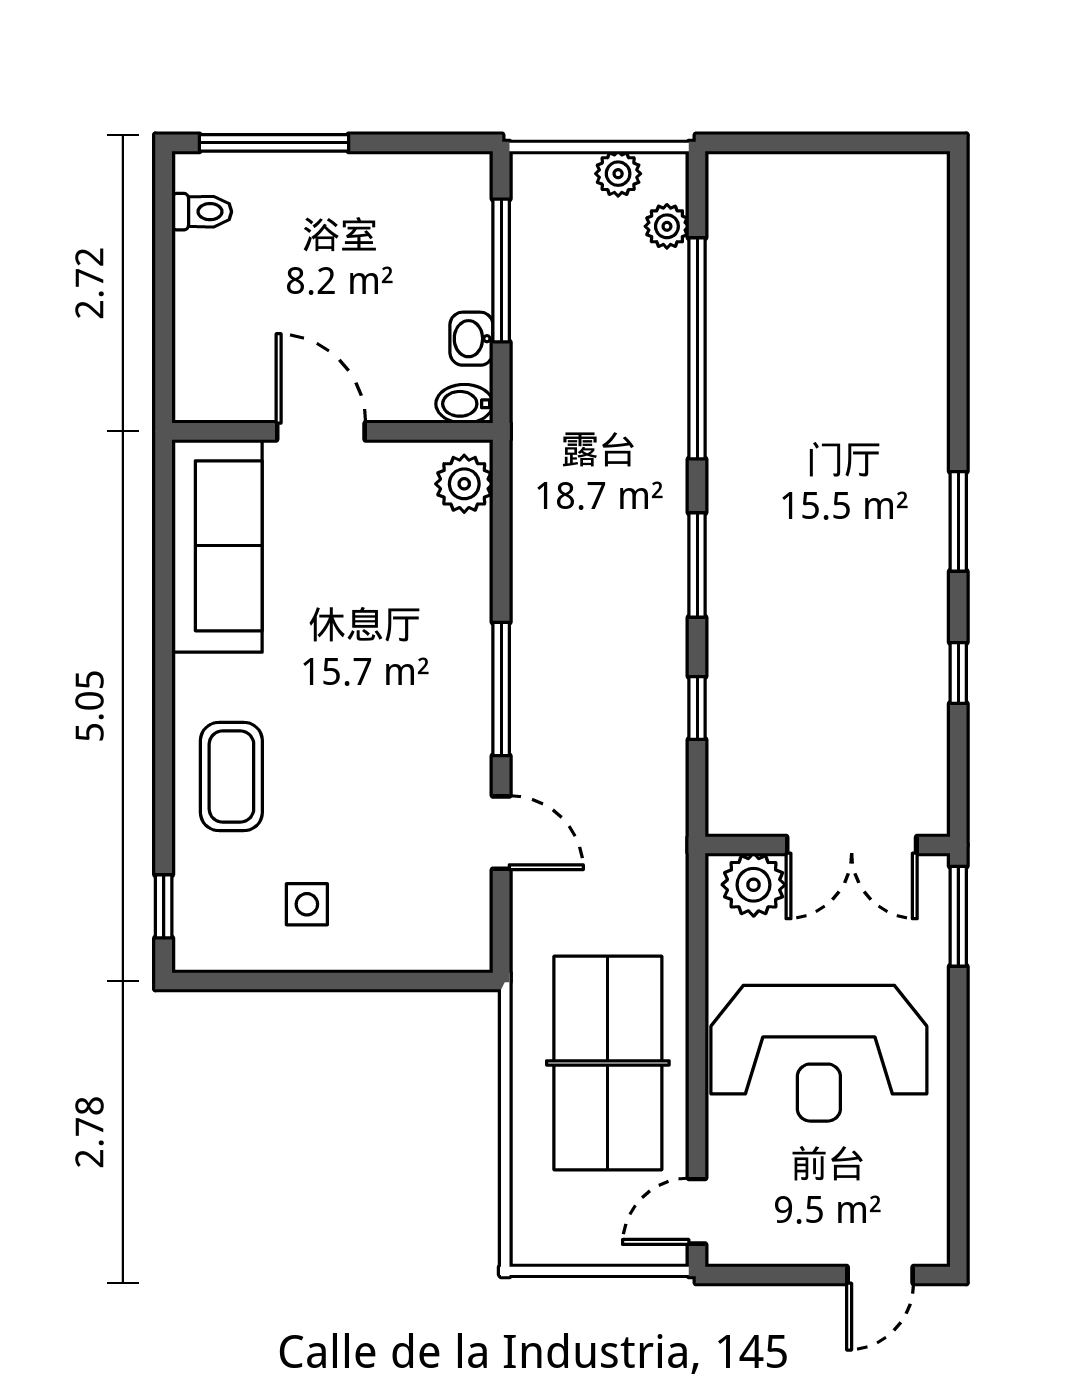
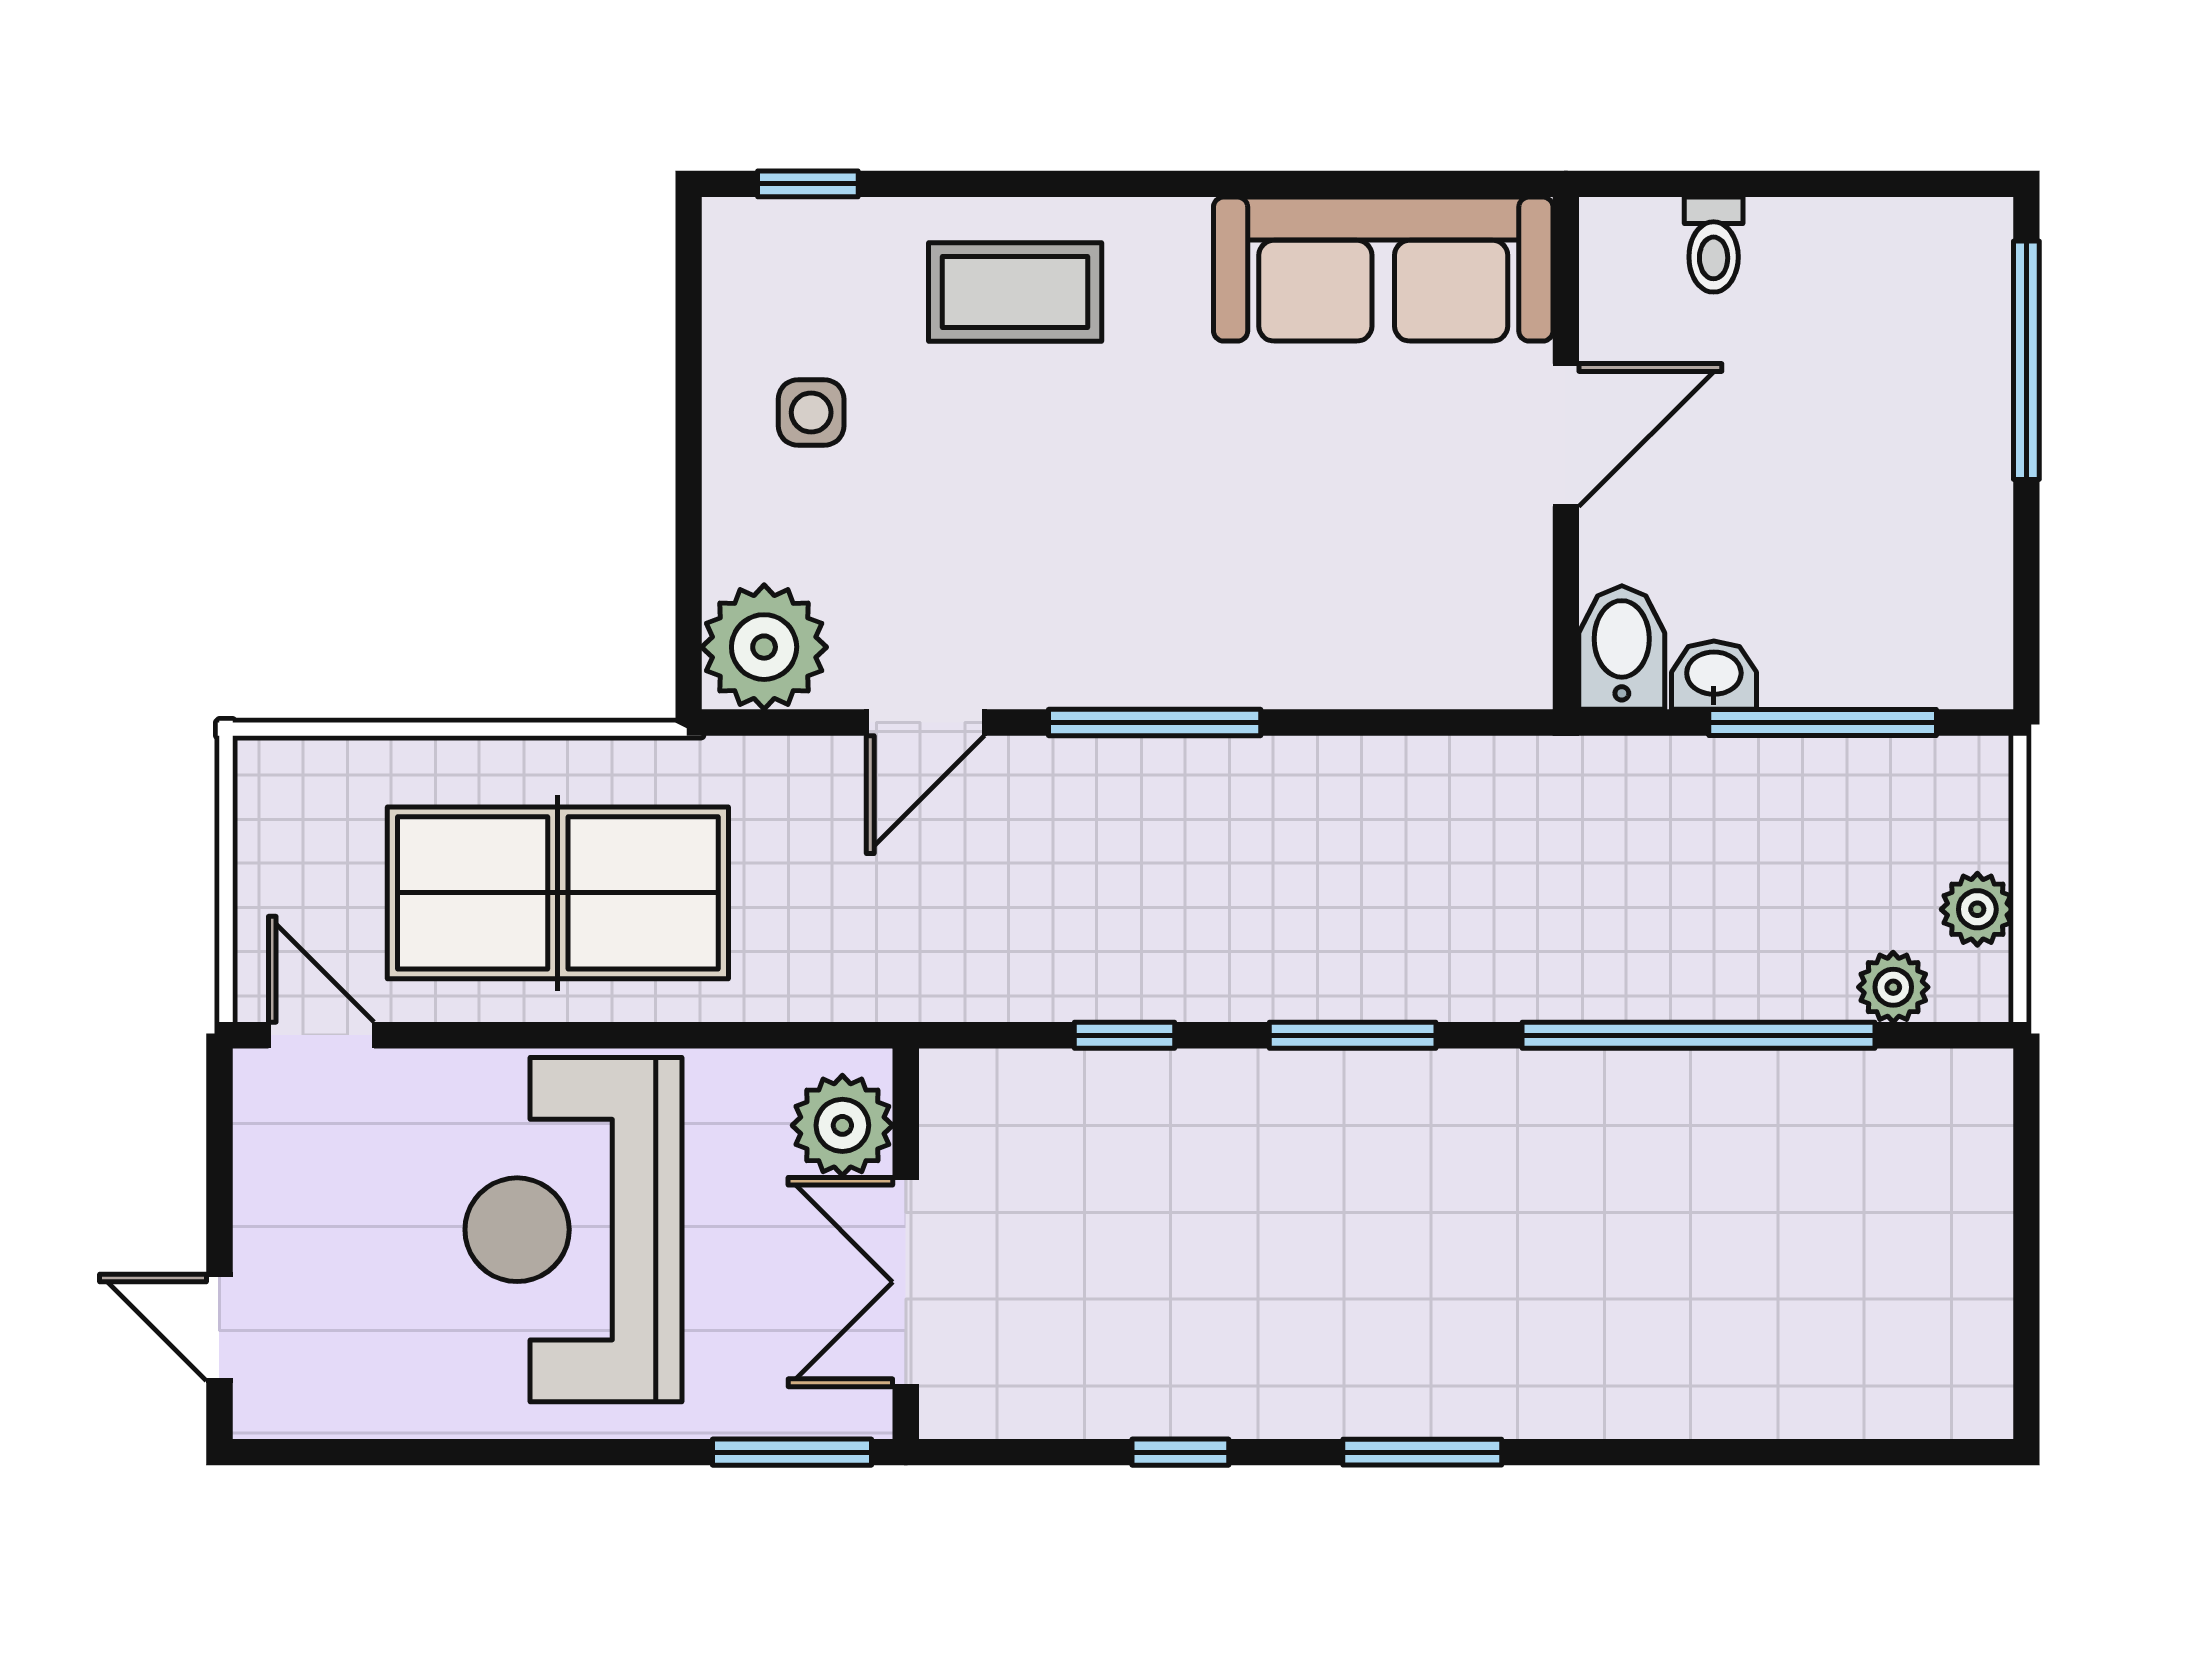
toilet: (202, 212) -> (1714, 245), moved
bidet: (464, 404) -> (1622, 648), width x1.38, depth x1.36
plant: (464, 484) -> (764, 647), moved, width x1.36, depth x1.36

